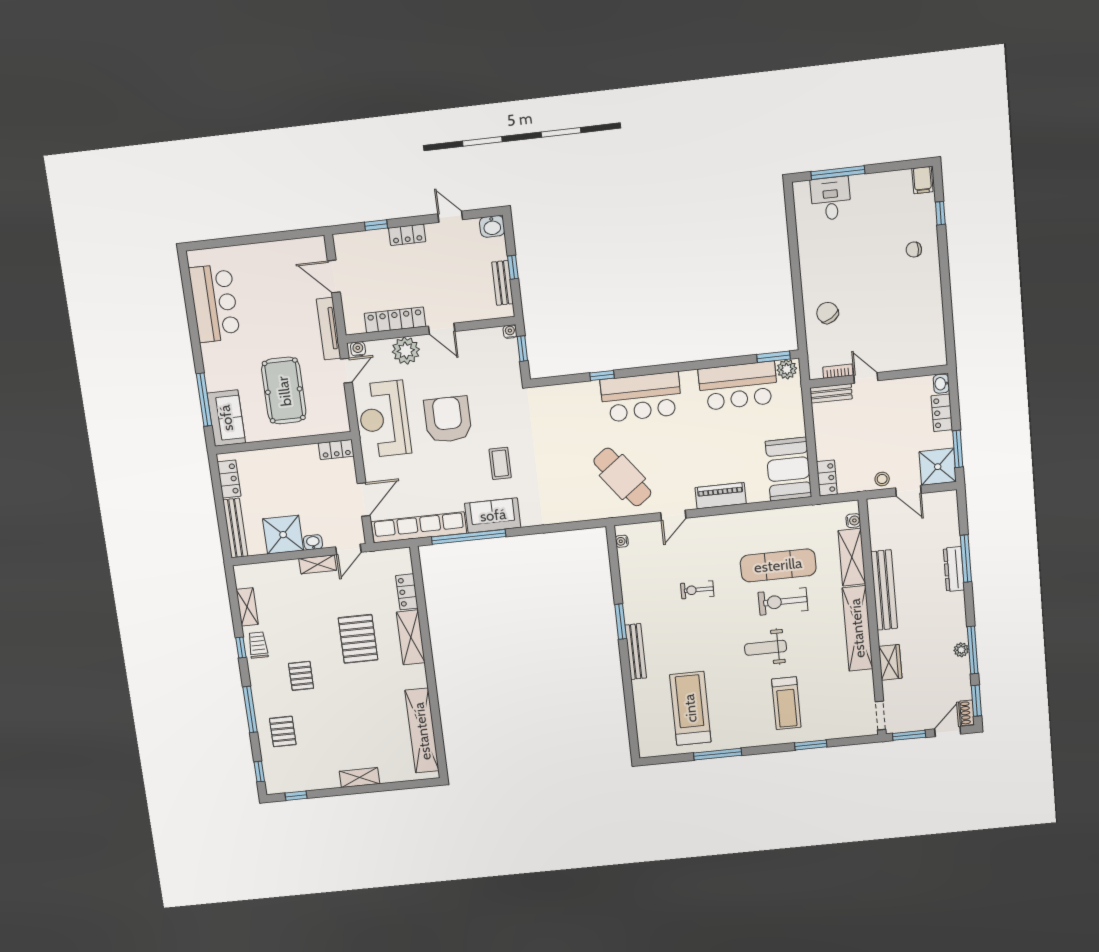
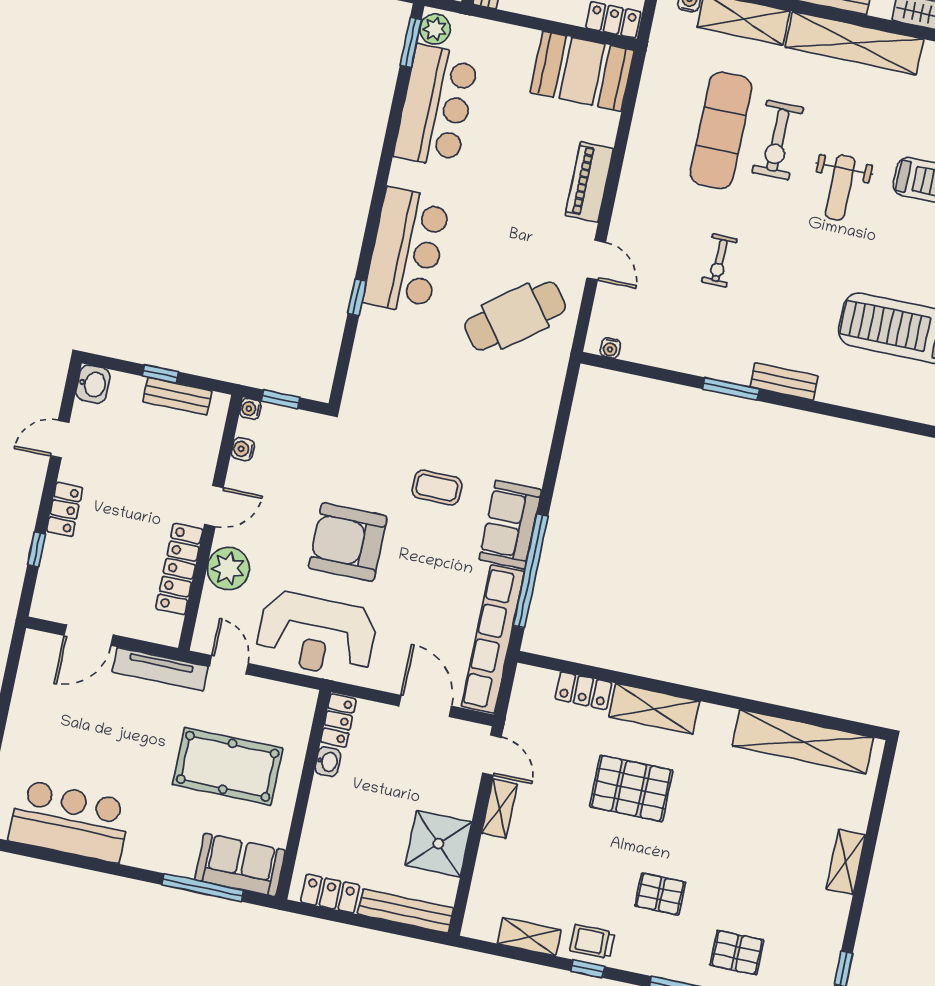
water cooler: (358, 349) -> (243, 449), moved
washbasin: (313, 542) -> (328, 762), moved, turned 180
bench: (636, 652) -> (784, 382), width x0.73

